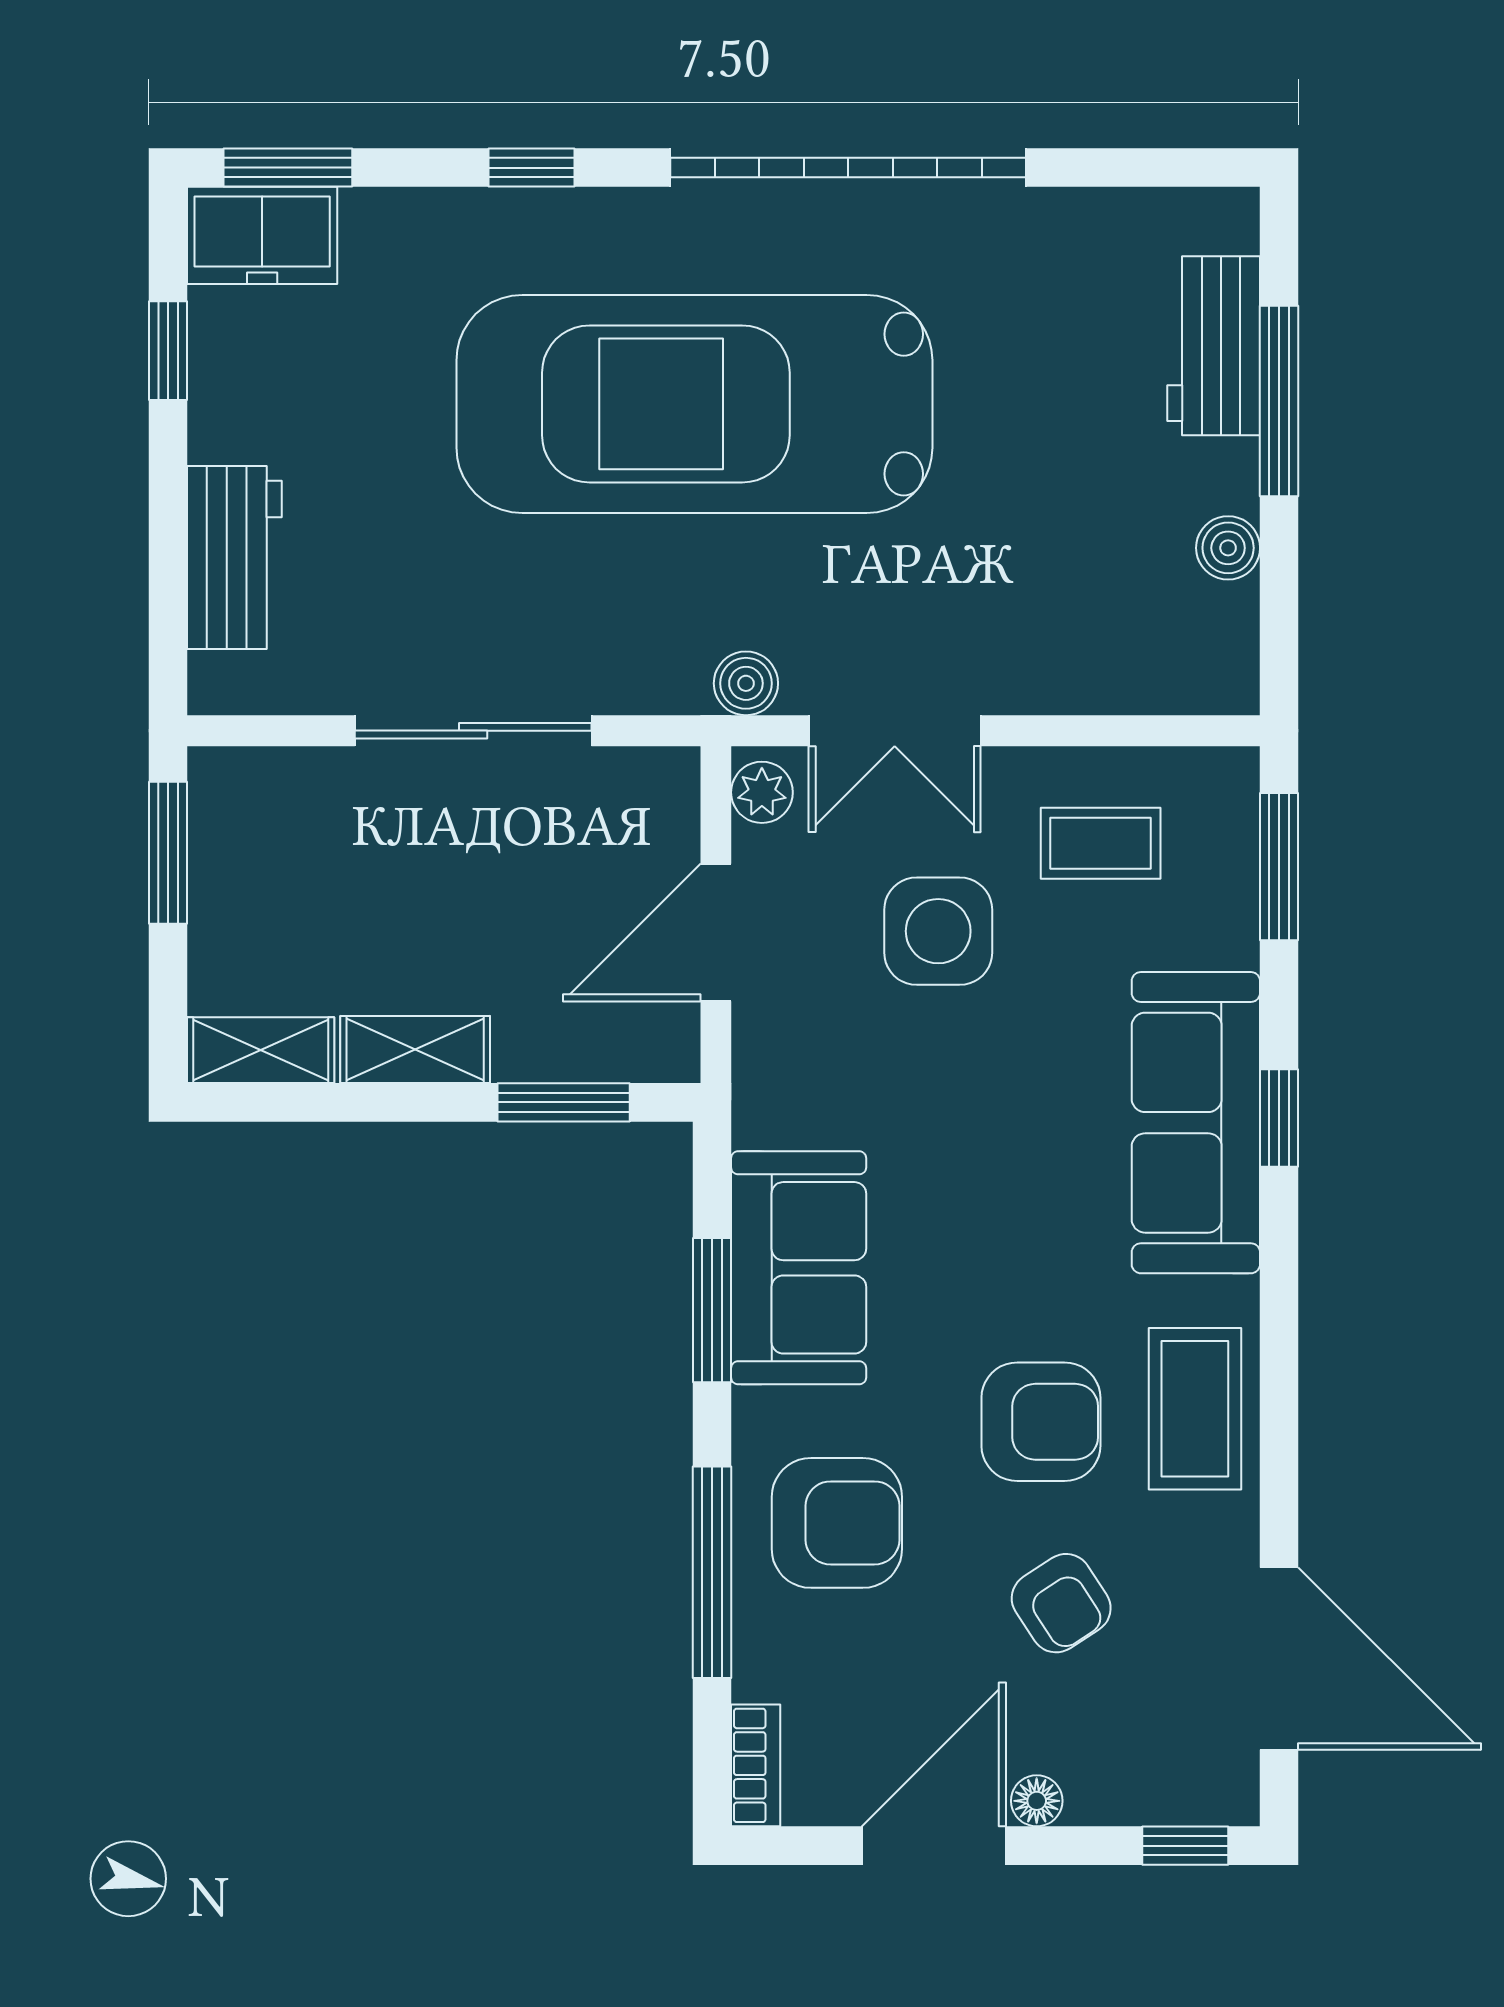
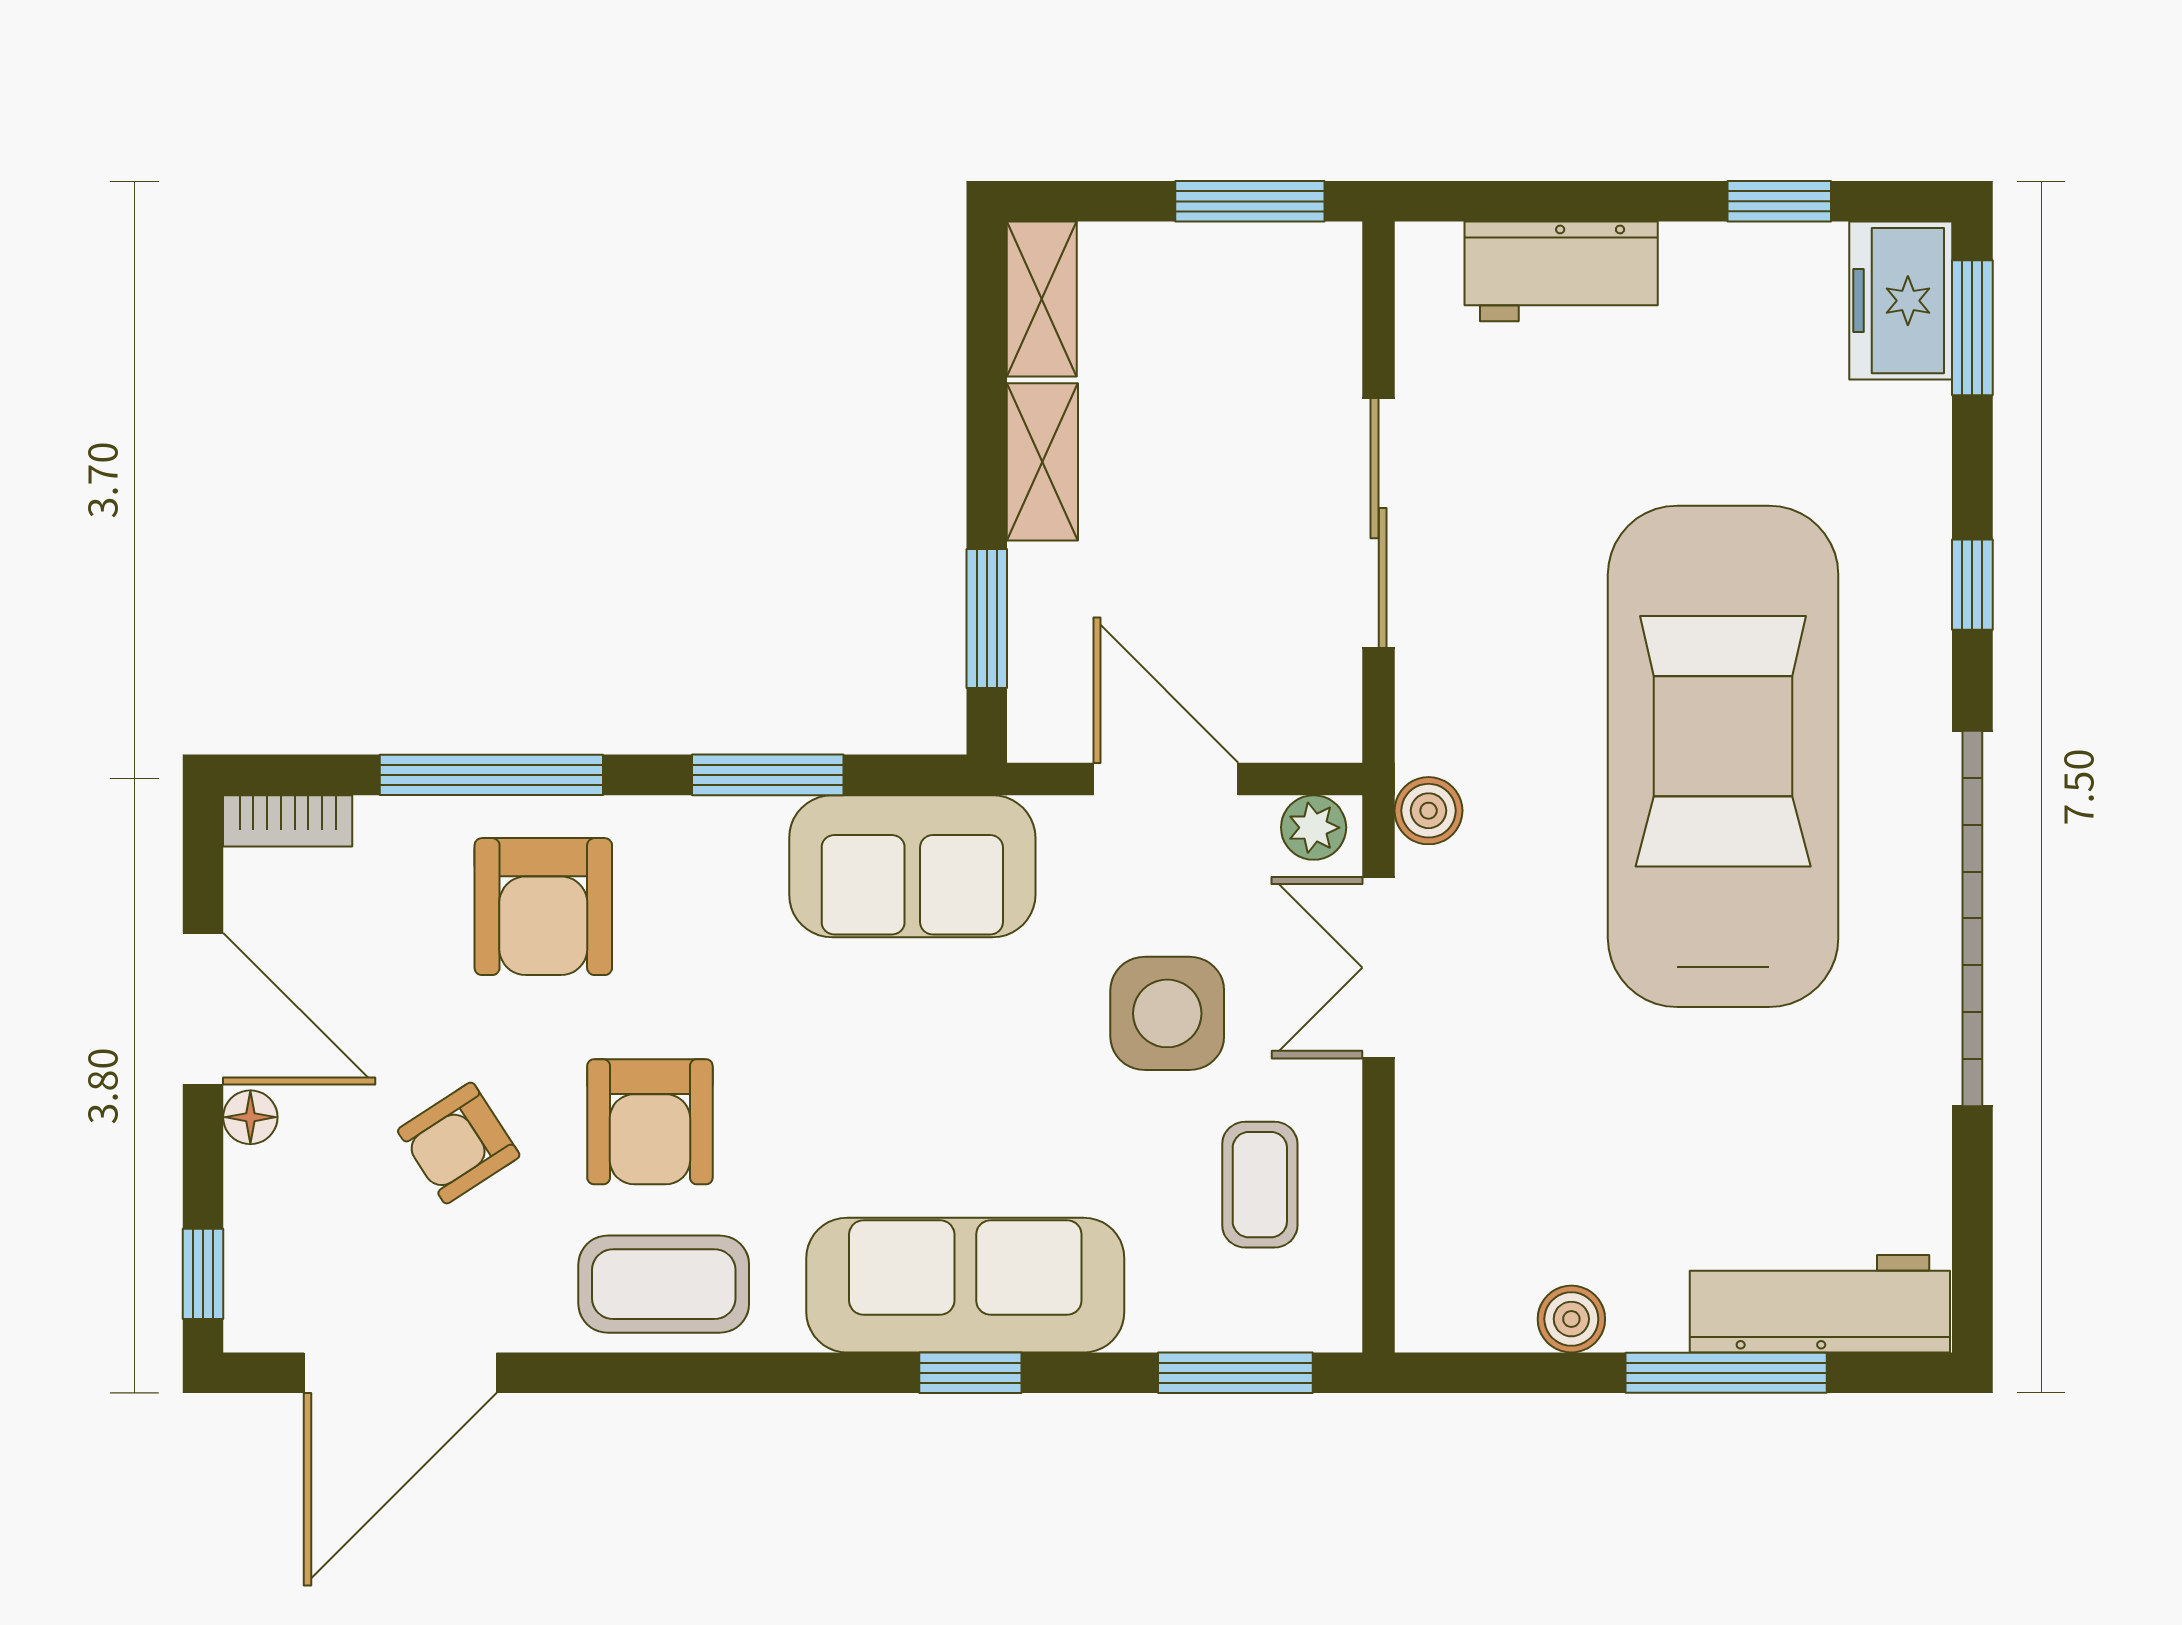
workbench: (1214, 346) -> (1820, 1304), width x1.37
sofa: (799, 1268) -> (912, 866), moved

